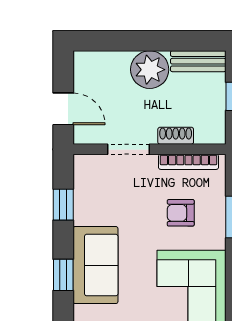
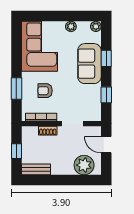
plant: (150, 70) -> (84, 165), moved
armchair: (181, 213) -> (45, 91), turned 180

